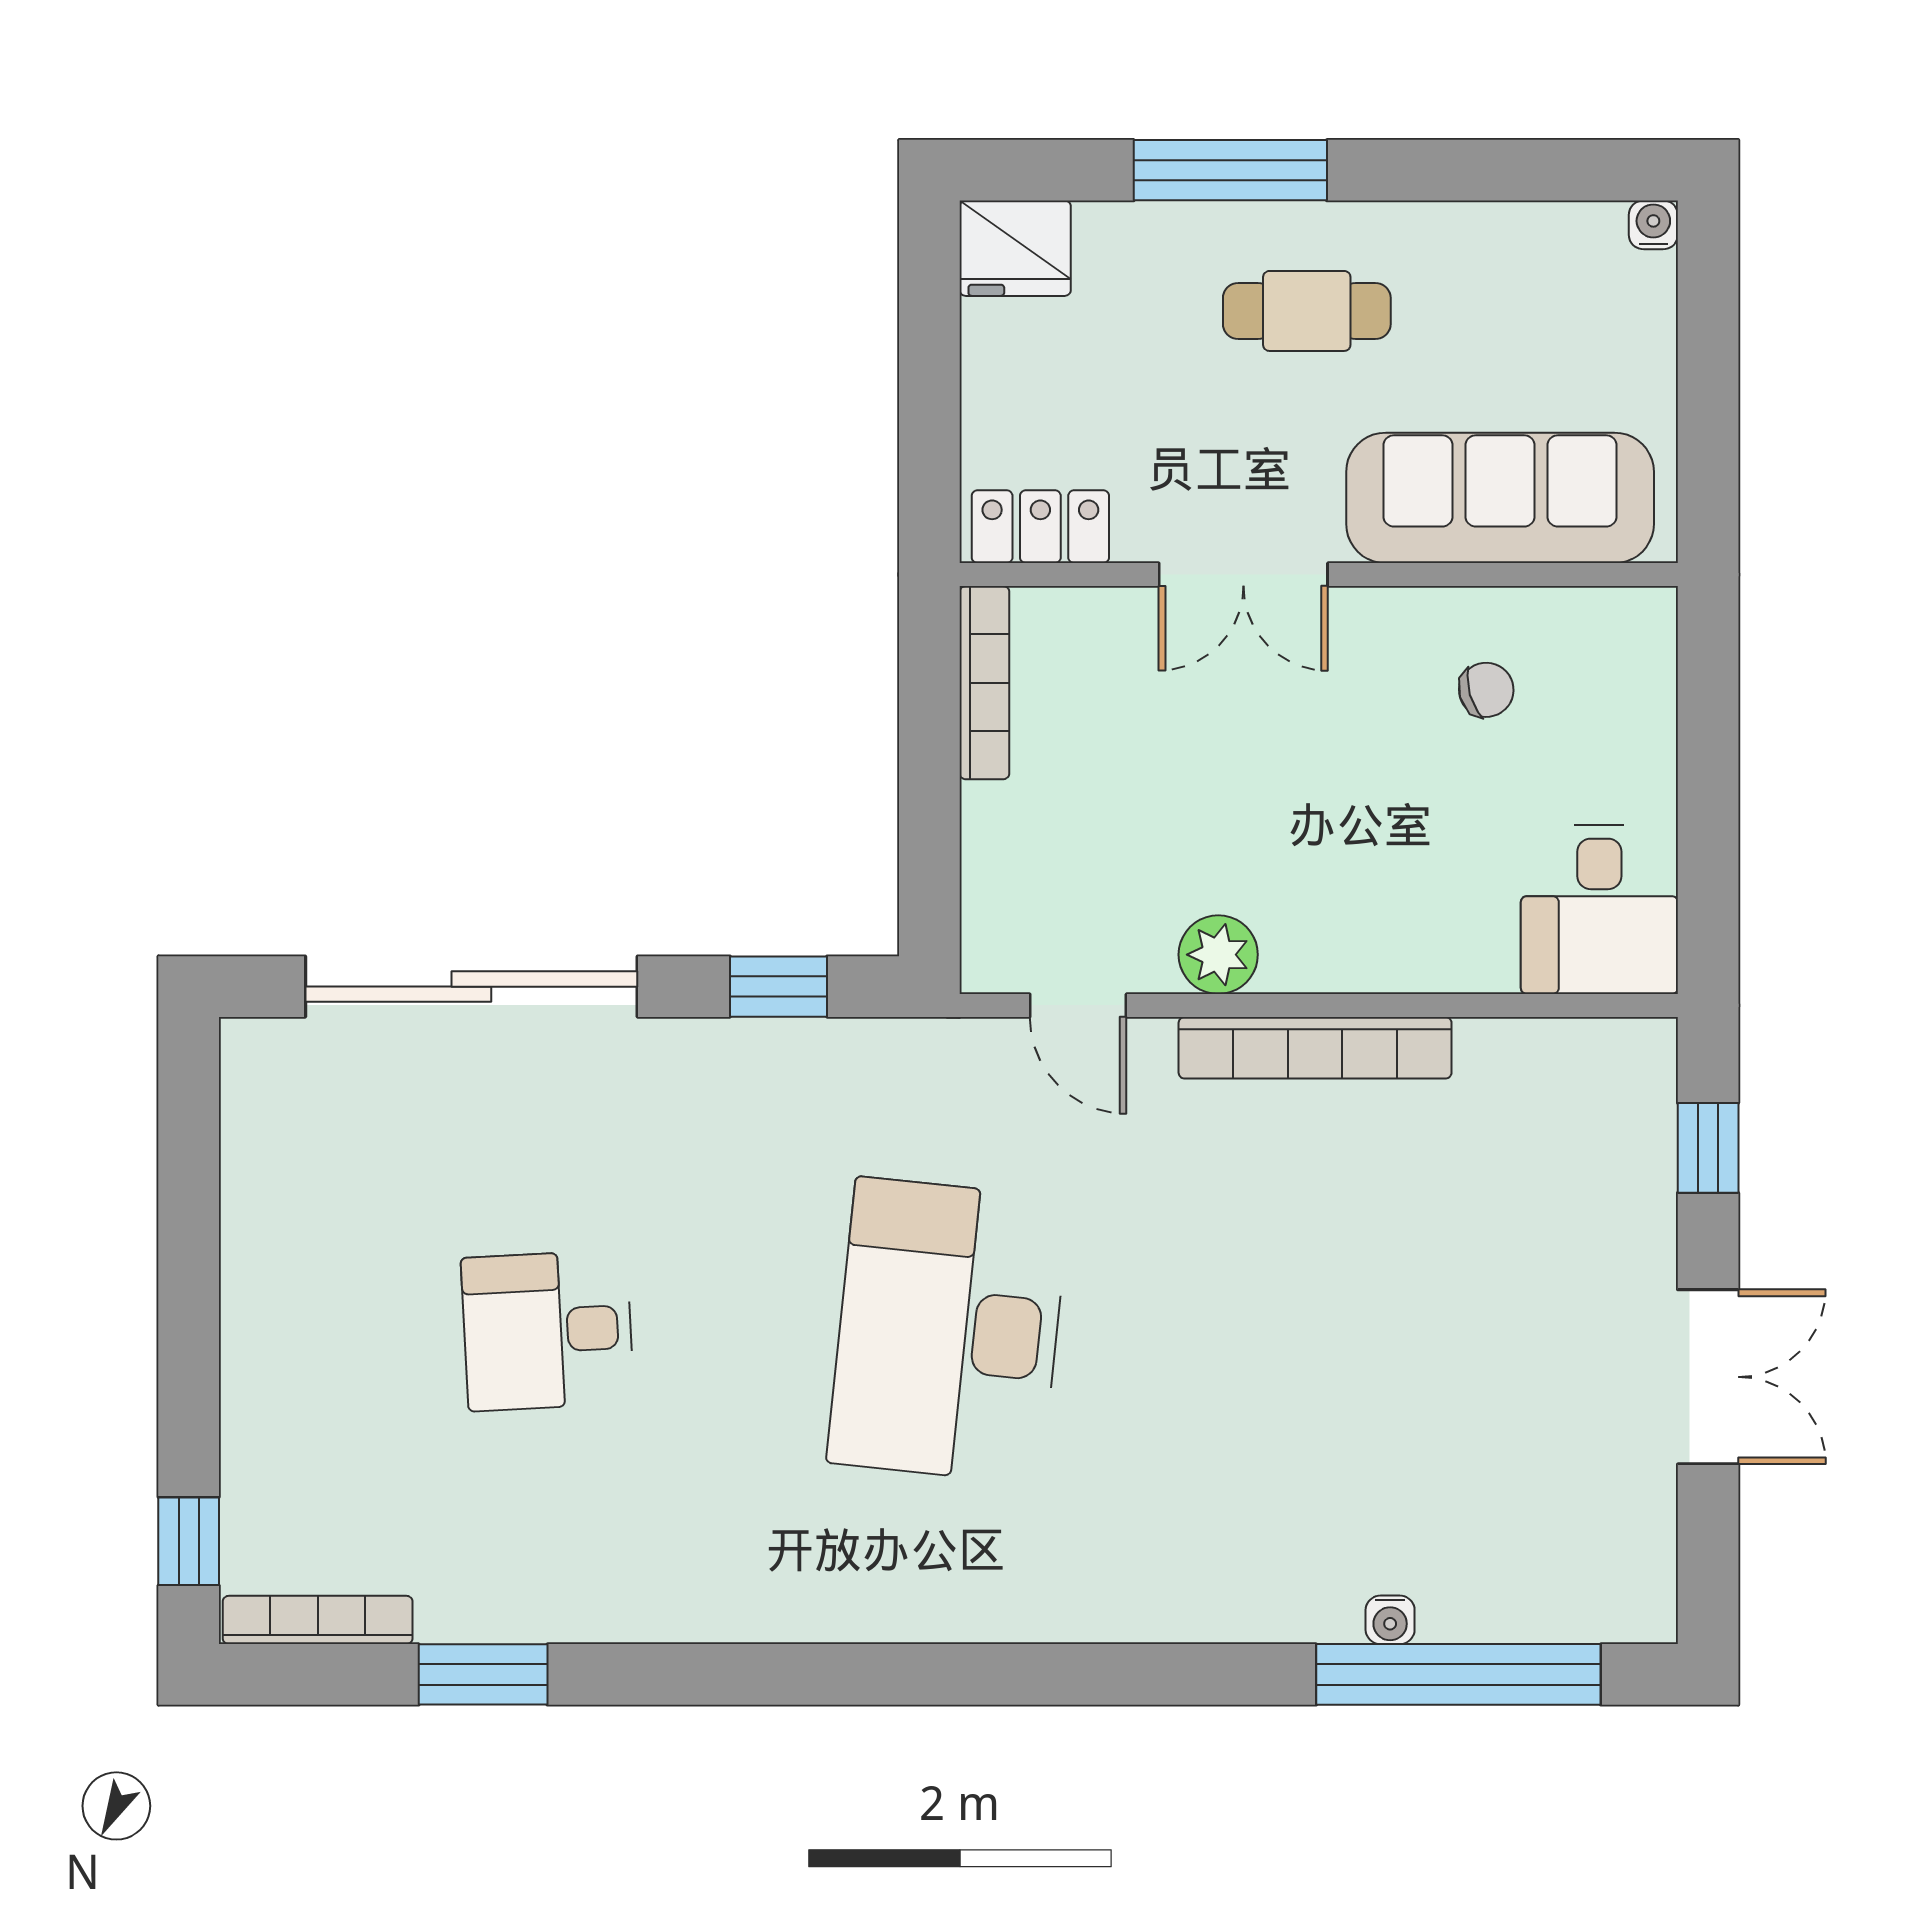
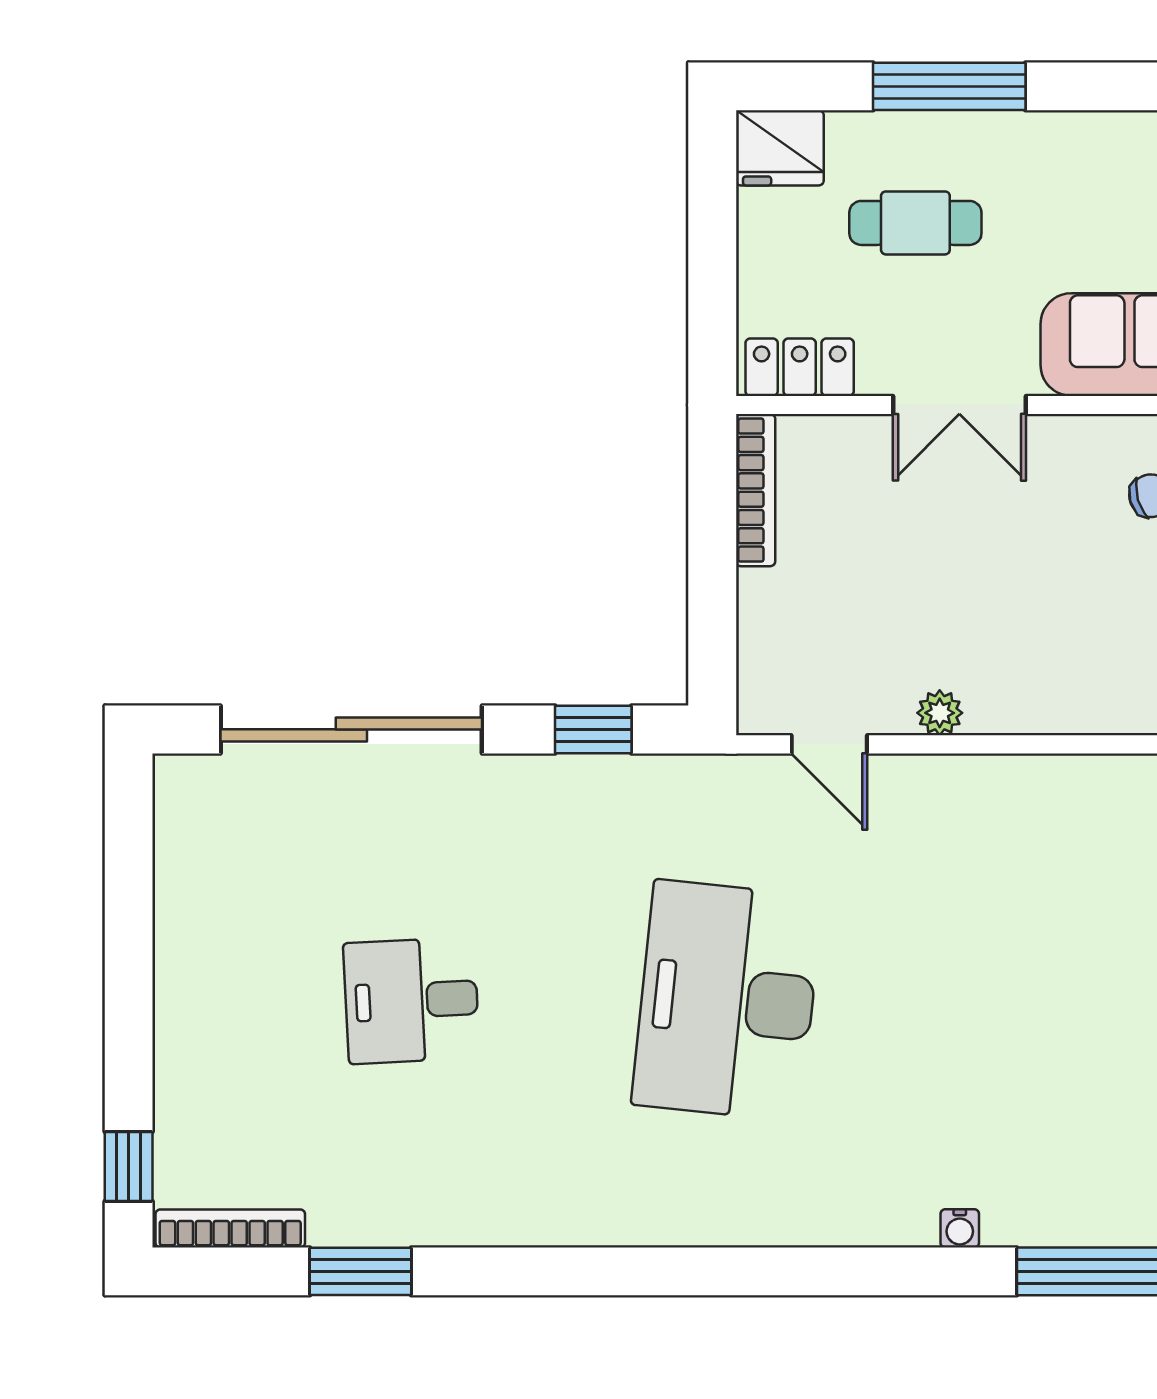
cafe table: (1307, 311) -> (915, 223), moved
plant: (1218, 955) -> (940, 713), width x0.73, depth x0.73
bookcase: (1315, 1048) -> (1016, 778), removed
water cooler: (1390, 1620) -> (960, 1228), moved

